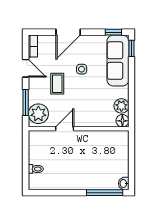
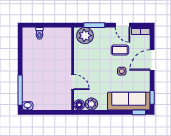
door: (68, 32) -> (152, 60), hinge flipped
door: (26, 68) -> (123, 25), hinge flipped
coffee table: (57, 84) -> (120, 50), moved
door: (65, 129) -> (73, 82), moved

